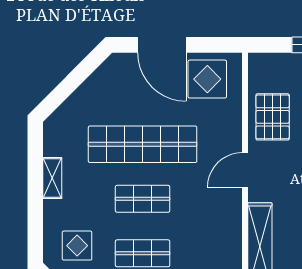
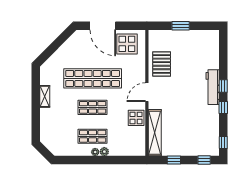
display table: (77, 246) -> (136, 118), moved

